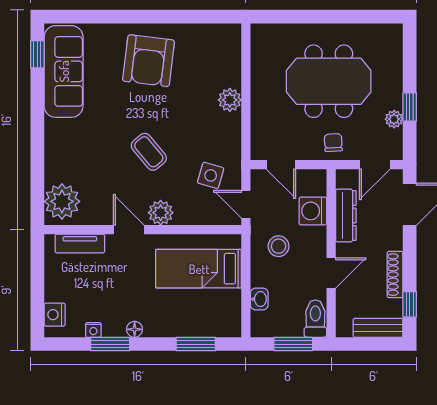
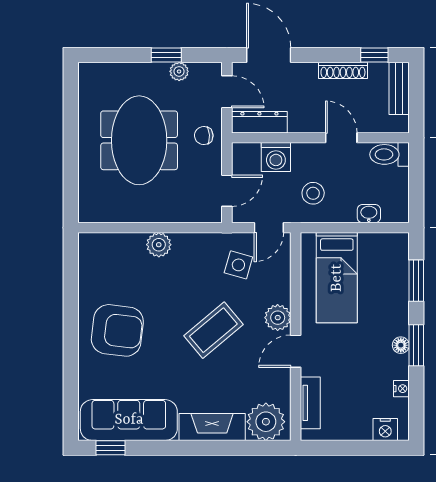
fireplace: (57, 150) -> (212, 427), added
coffee table: (149, 152) -> (213, 330), width x1.36, depth x1.30
dresser: (346, 216) -> (259, 122), moved
window: (110, 344) -> (416, 345), moved
window: (293, 344) -> (416, 178), removed

